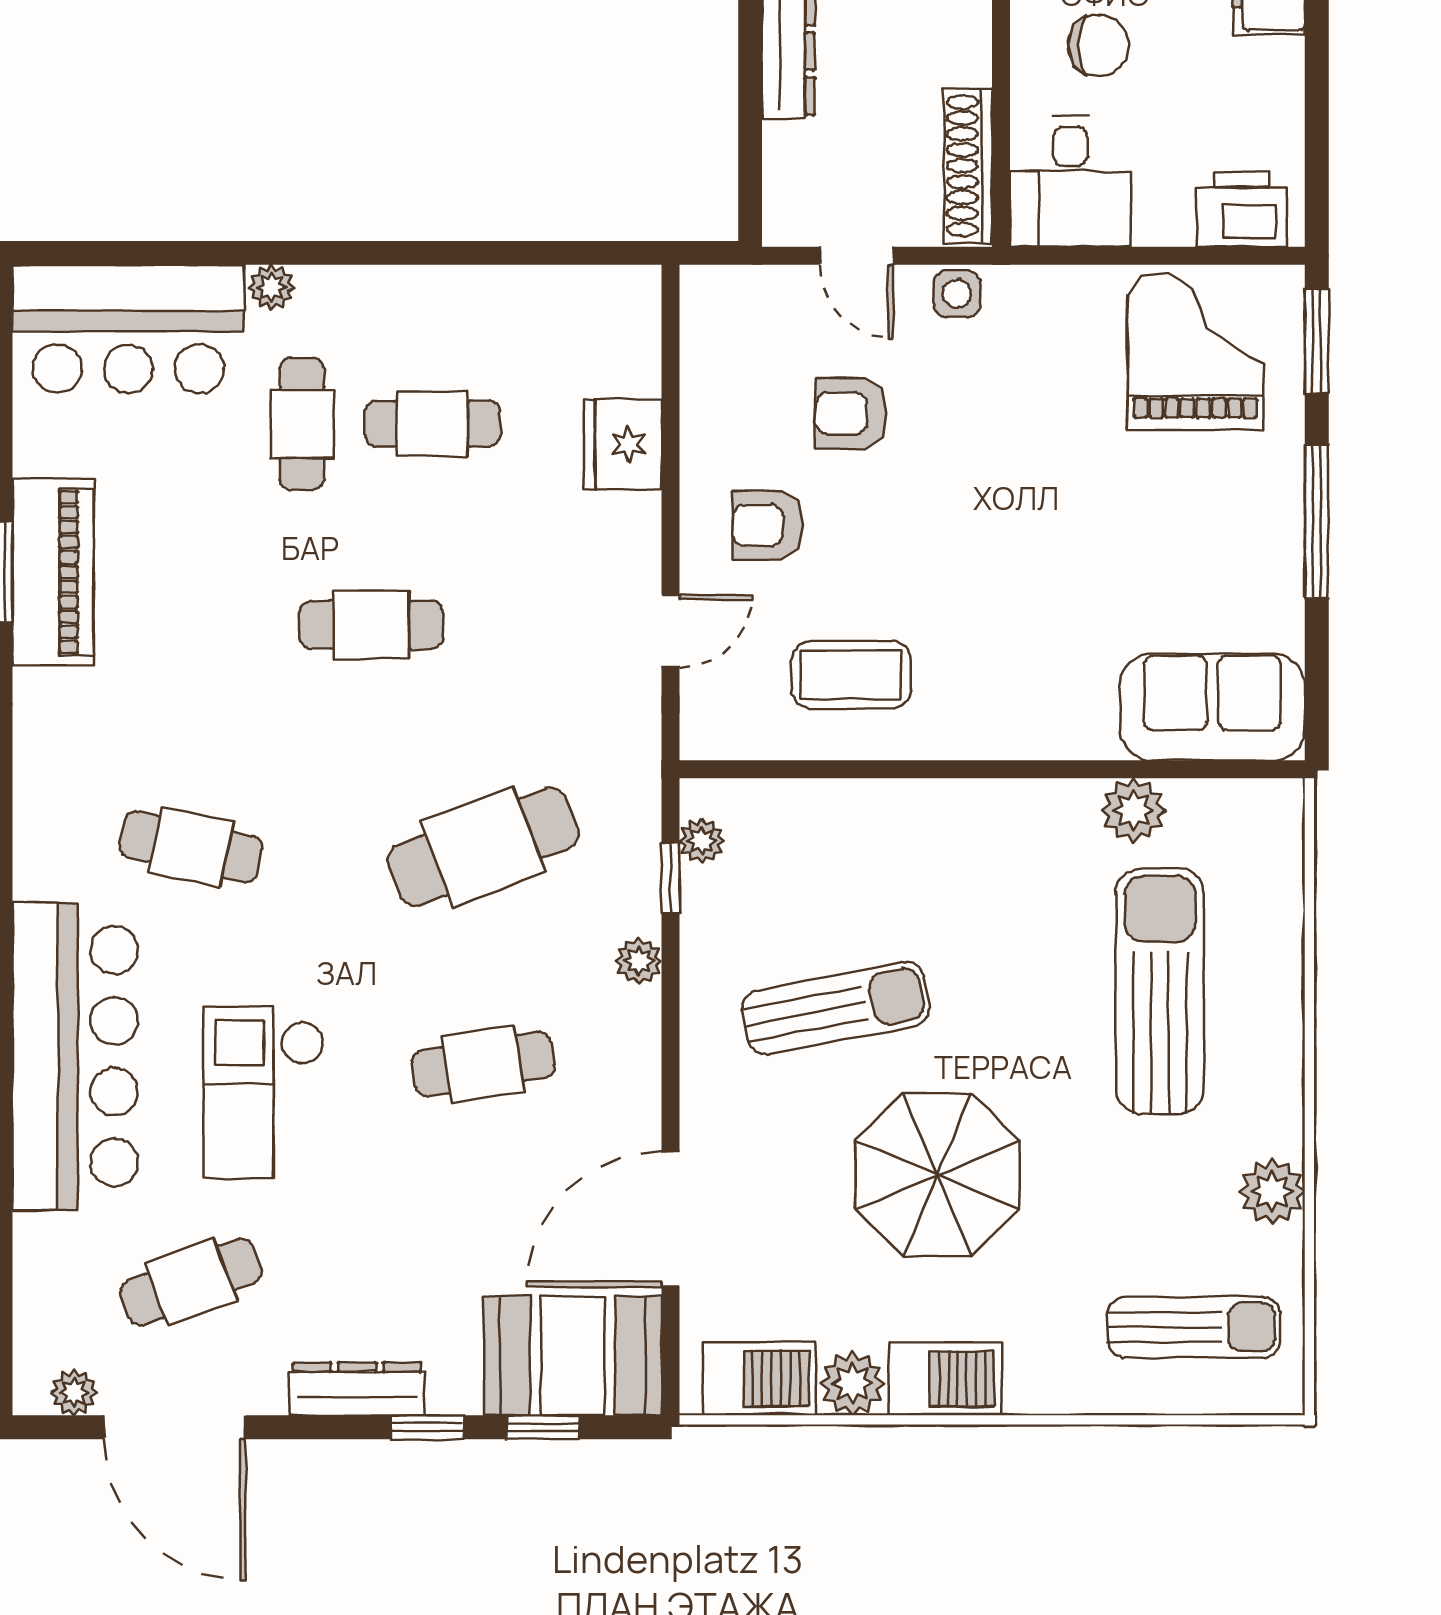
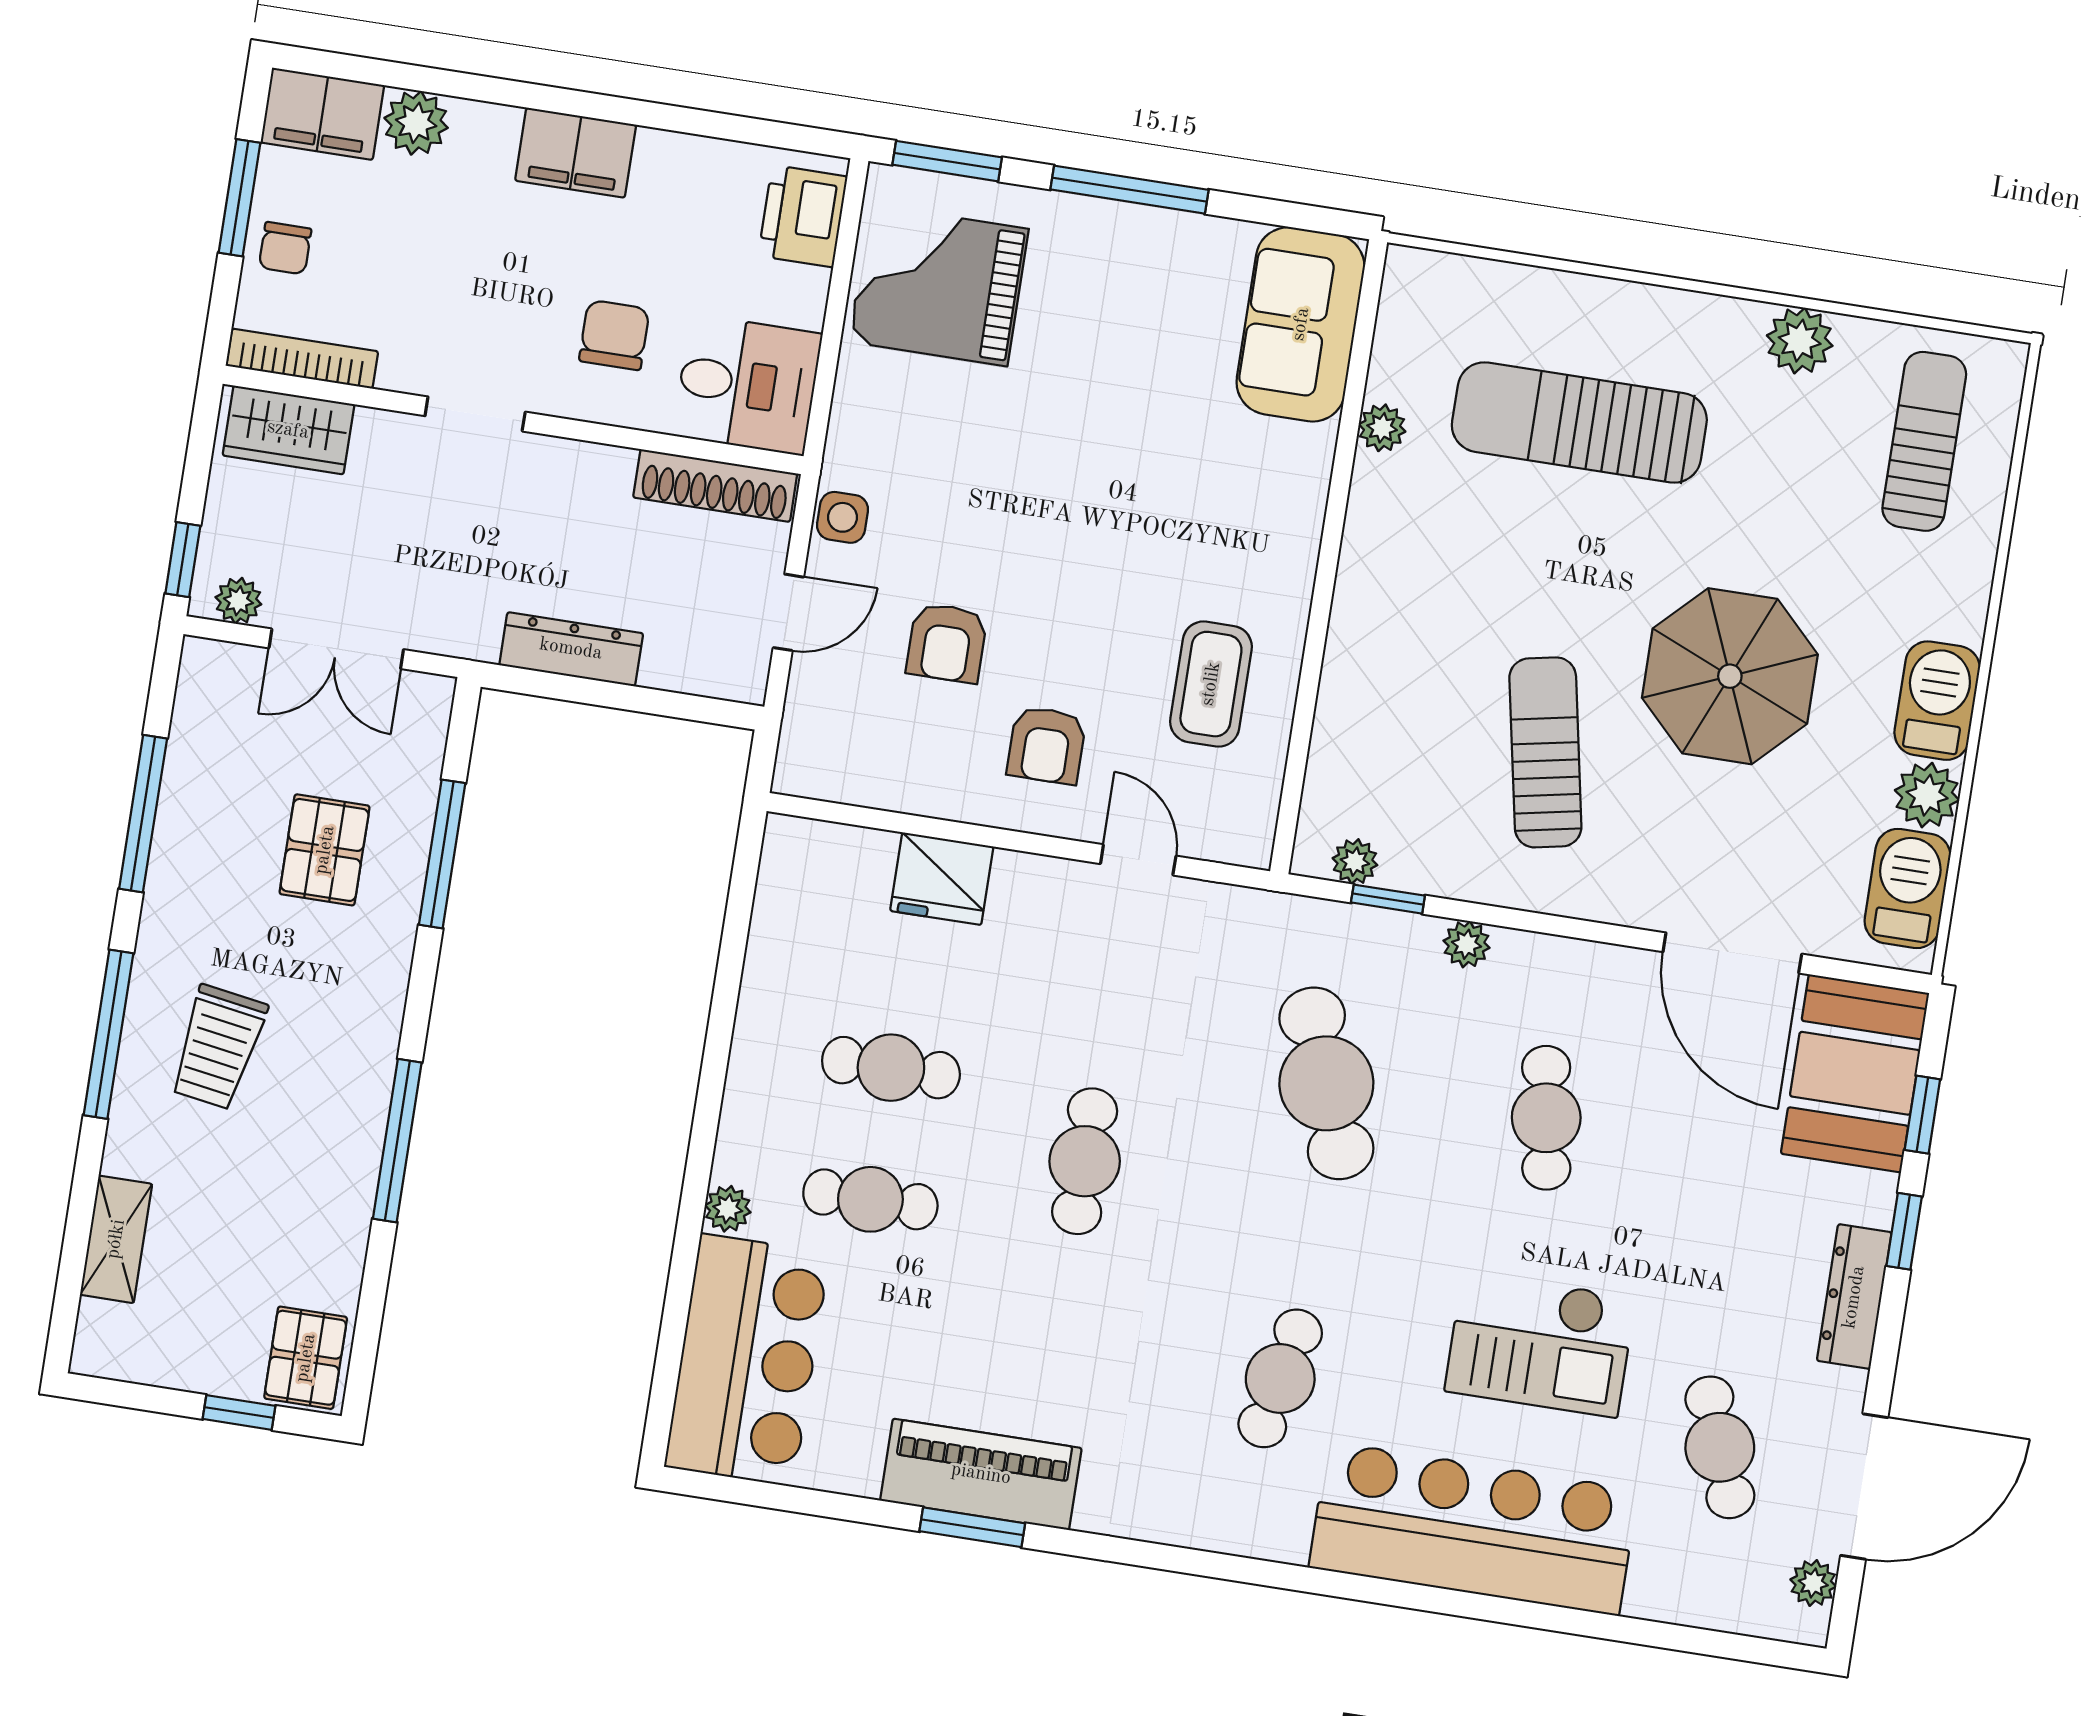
cafe table: (432, 424) -> (891, 1068), turned 90
plant: (1134, 810) -> (1382, 428), width x0.73, depth x0.73

